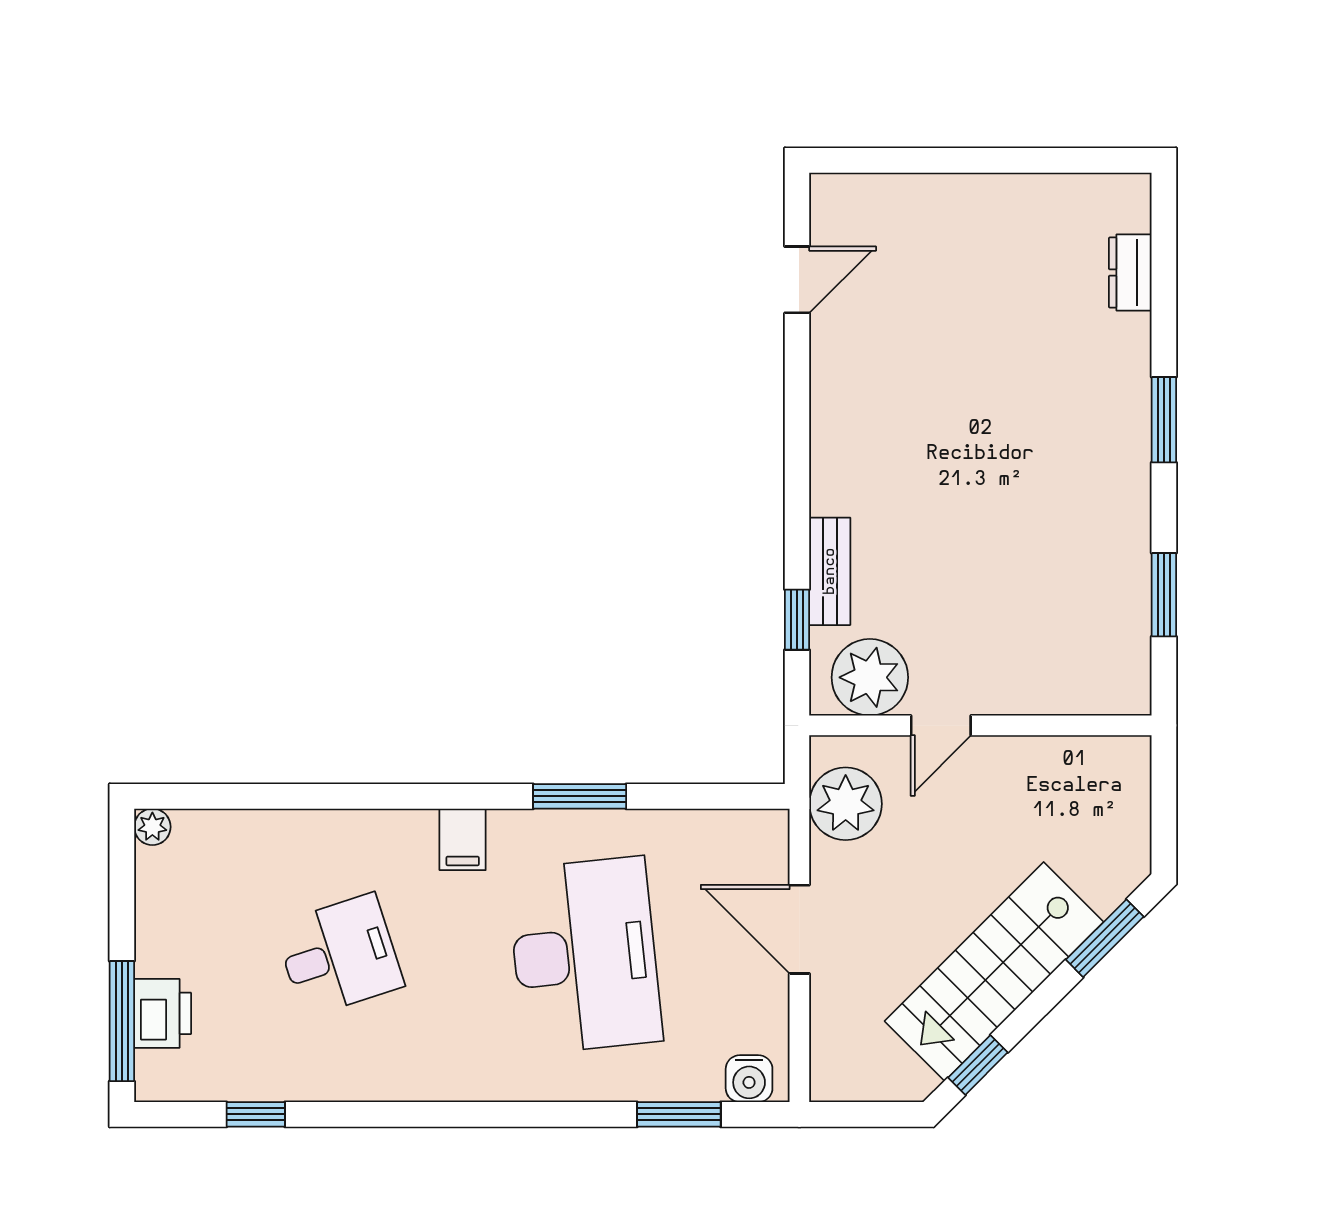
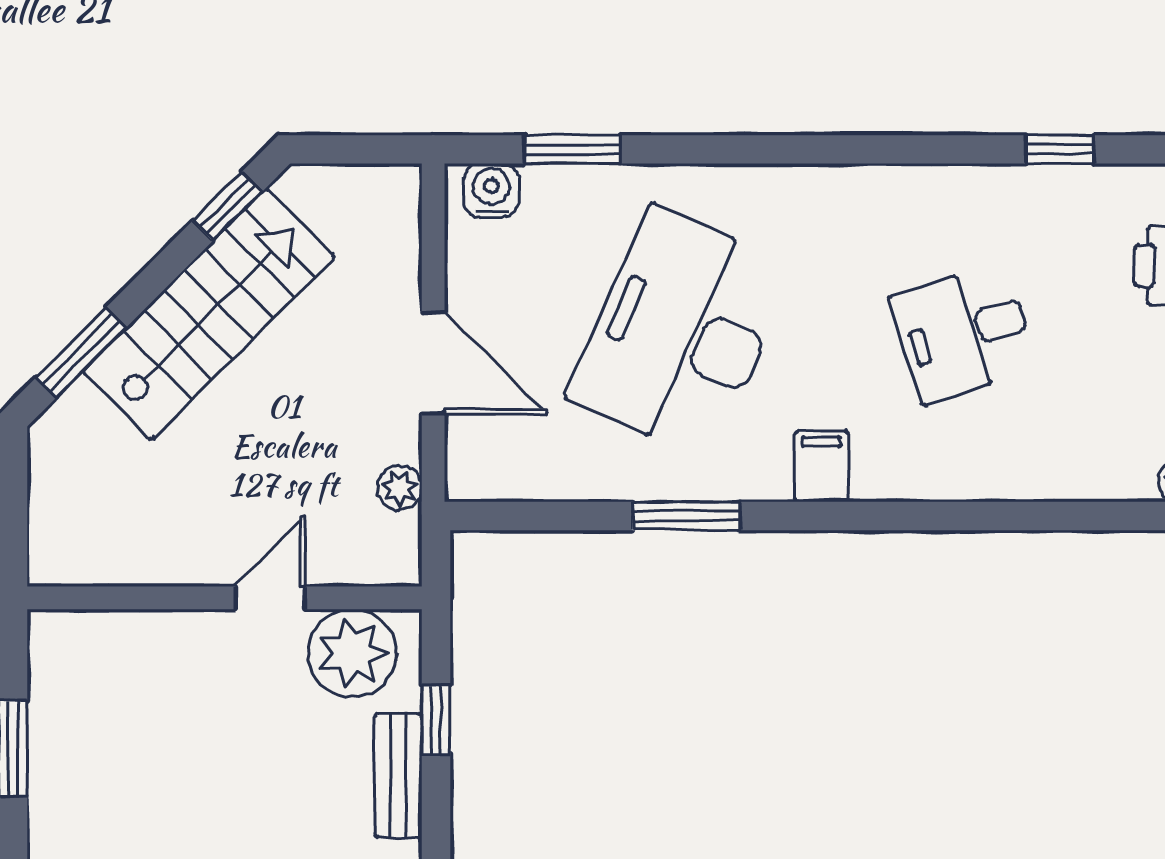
plant: (846, 804) -> (400, 488), width x0.53, depth x0.53
desk: (585, 955) -> (681, 333), turned 30

